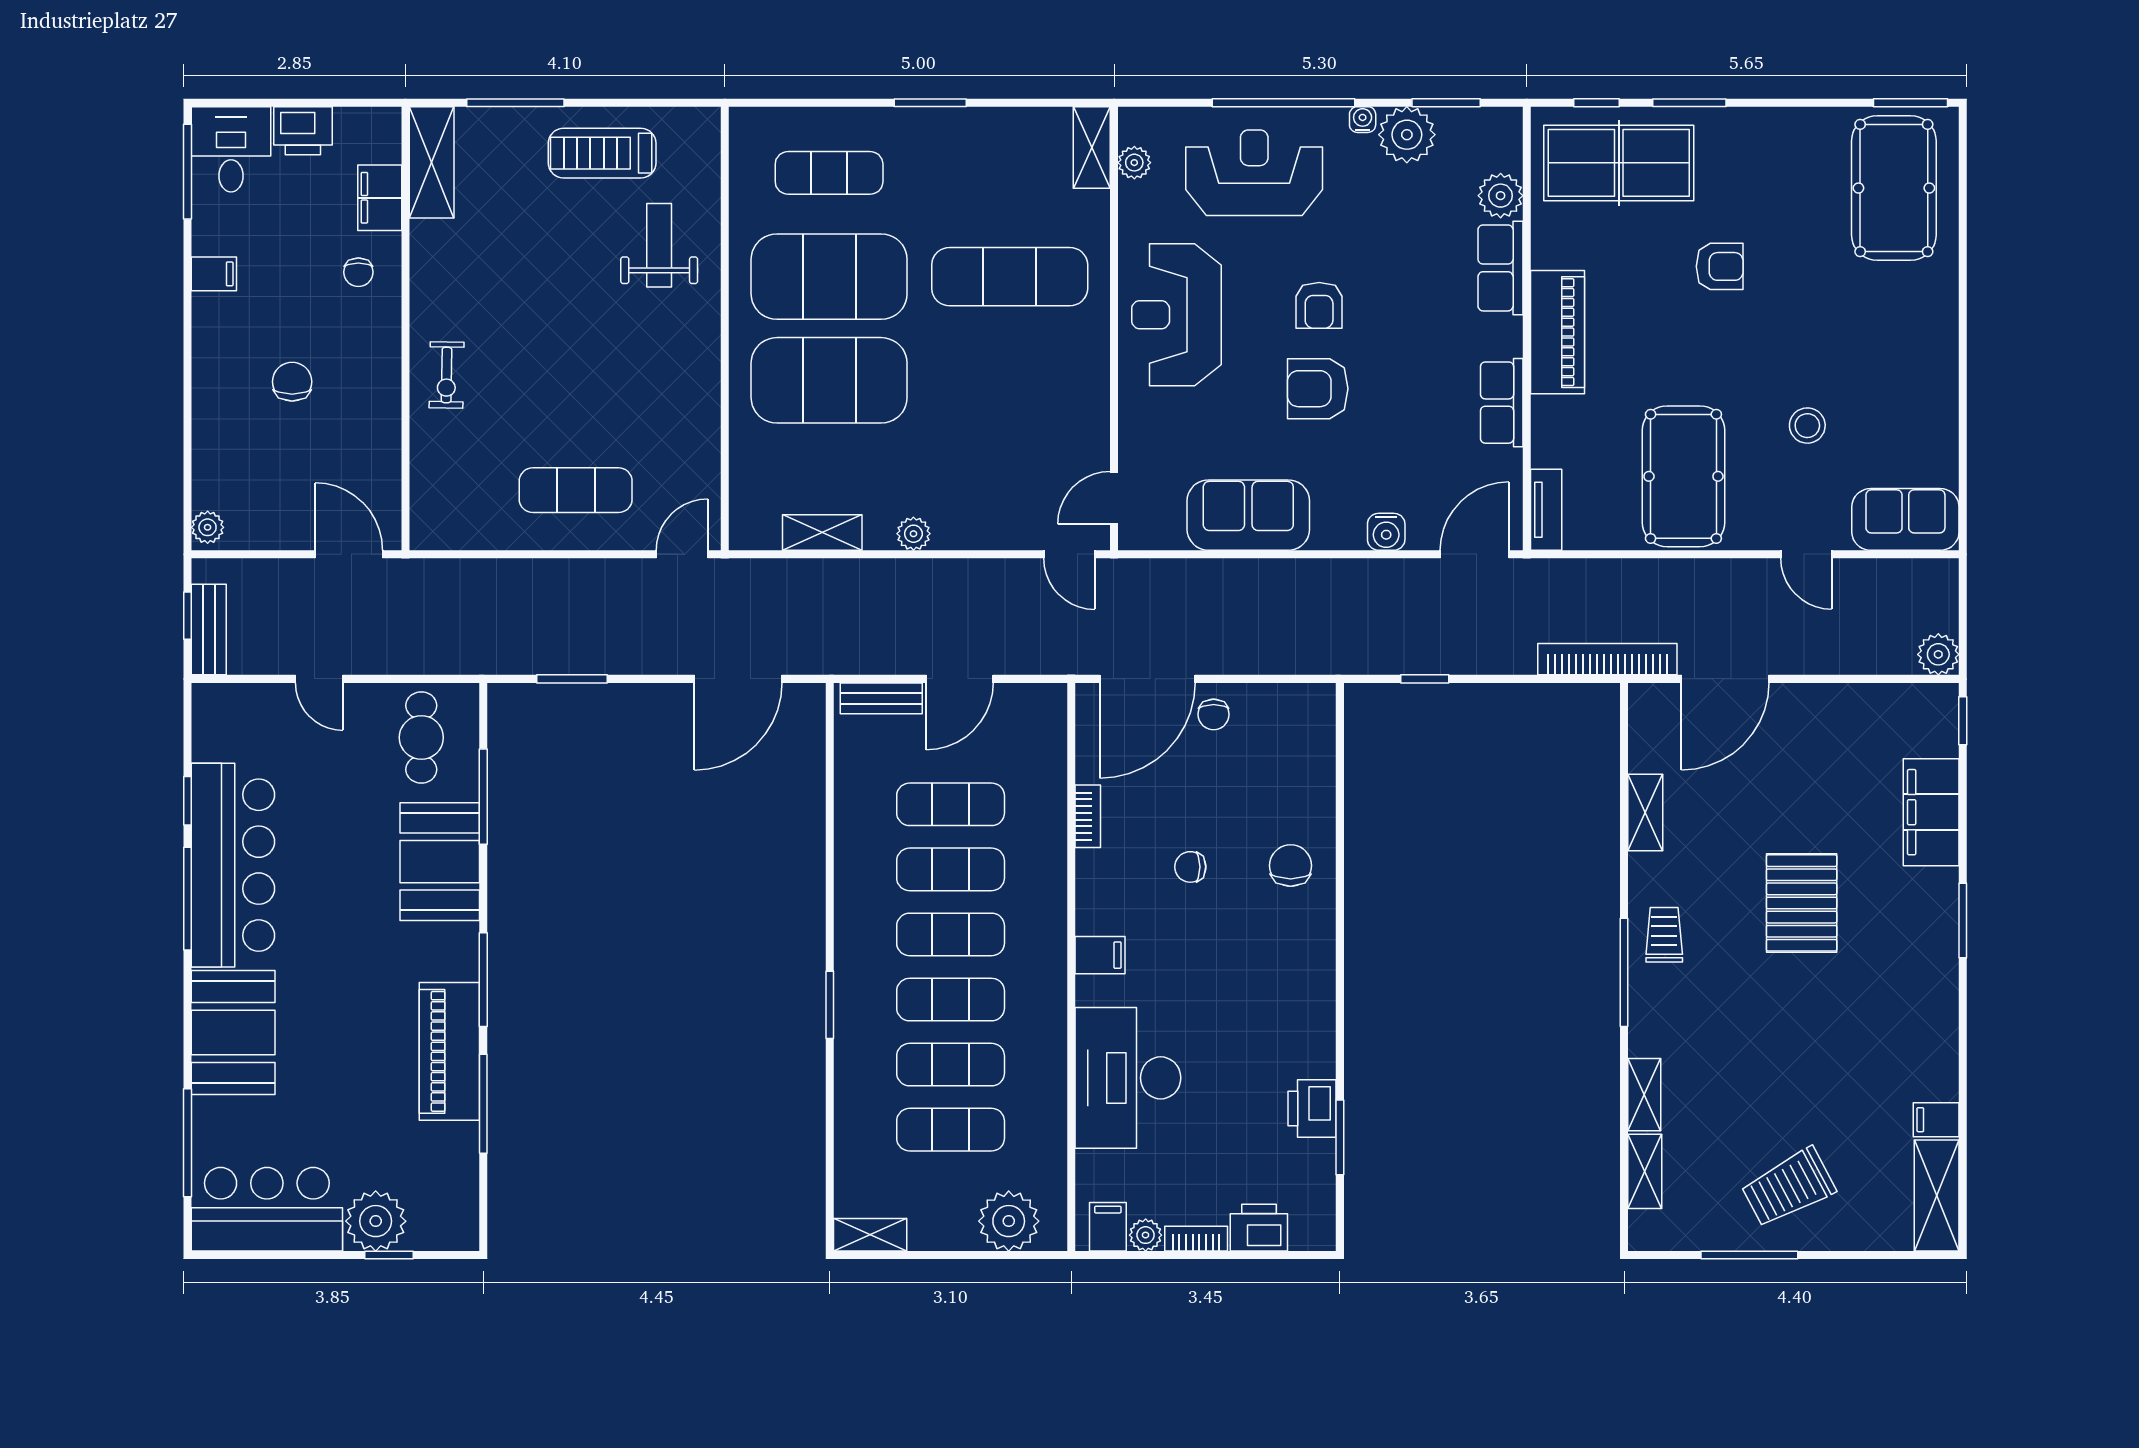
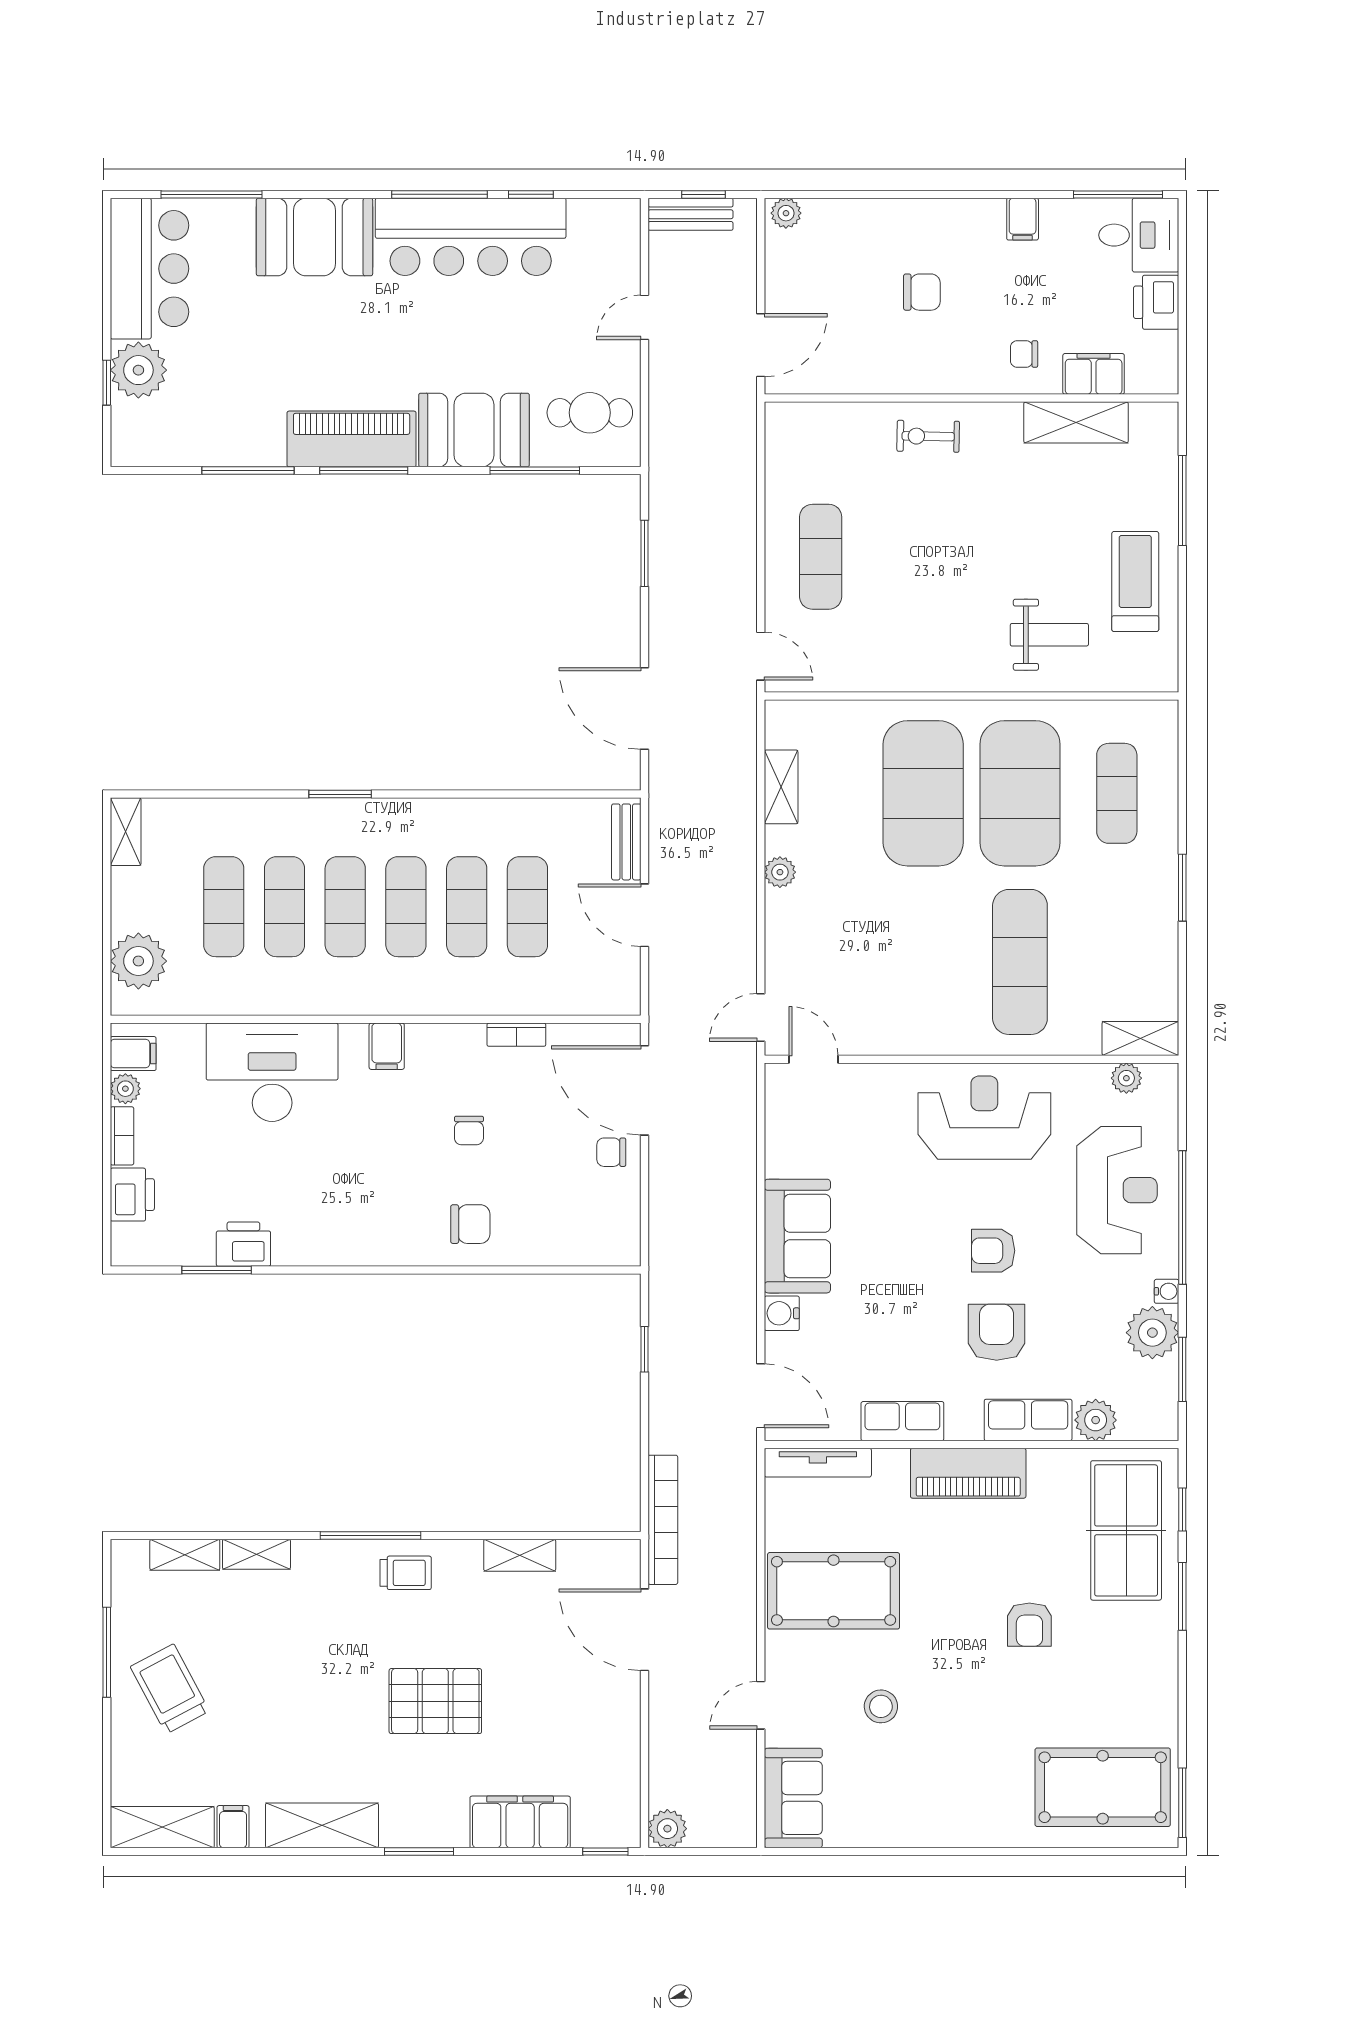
shelving: (432, 162) -> (1076, 422), moved
armchair: (1318, 389) -> (997, 1332), moved
tv unit: (1546, 510) -> (818, 1463), width x1.41
sofa: (1248, 515) -> (797, 1236), moved
chair: (1190, 867) -> (469, 1130), turned 180
shelving: (1935, 1024) -> (322, 1825), added
piano: (449, 1051) -> (352, 439), moved

